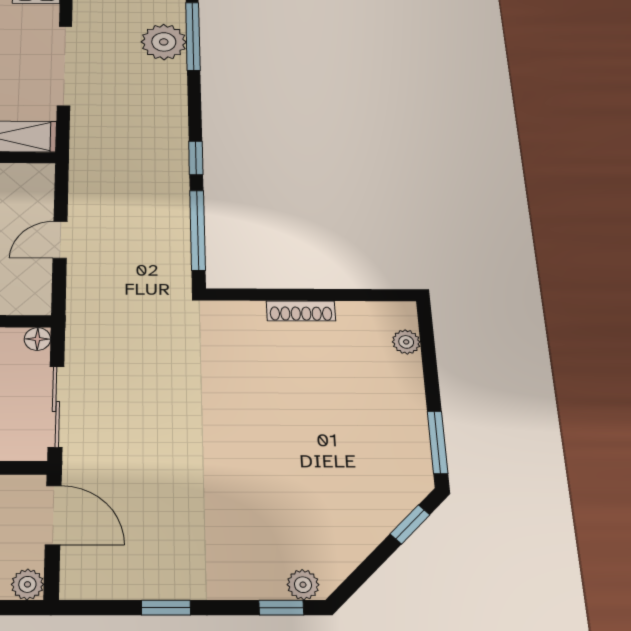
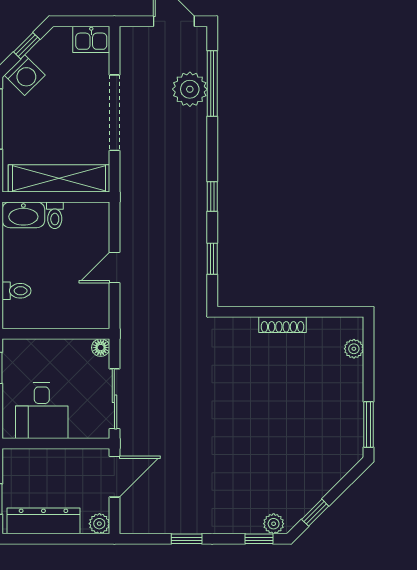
window: (198, 230) -> (212, 259), width x0.46
door: (53, 515) -> (114, 477), hinge flipped
window: (410, 524) -> (315, 513), moved

